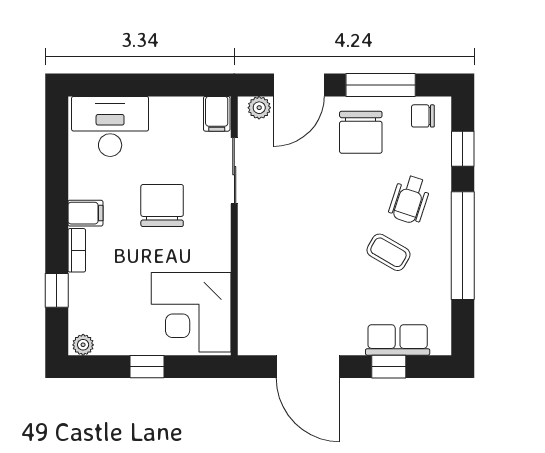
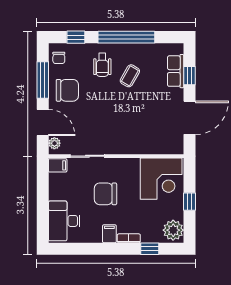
wheelchair: (410, 199) -> (102, 65), turned 72
plant: (83, 345) -> (173, 230), width x1.88, depth x1.88

